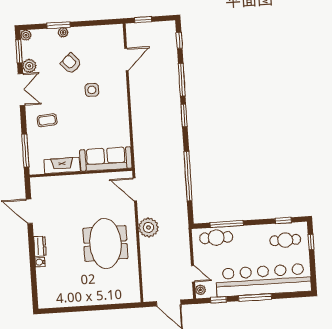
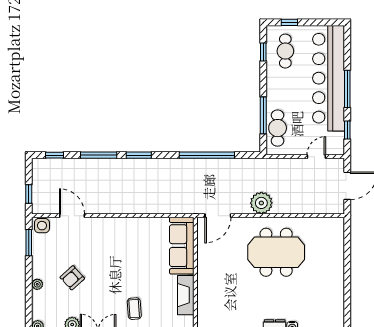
window: (58, 25) -> (29, 243), moved
side table: (92, 90) -> (42, 226), moved
plant: (200, 290) -> (335, 149), removed

